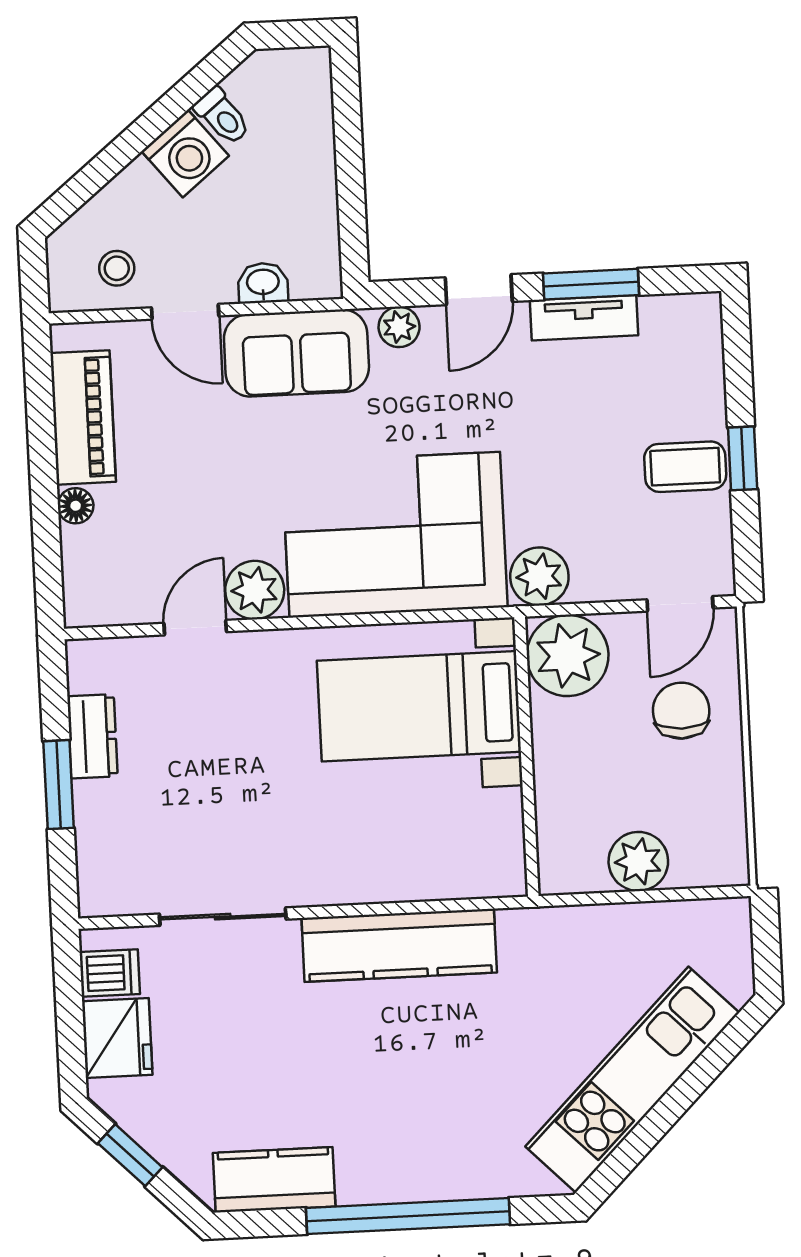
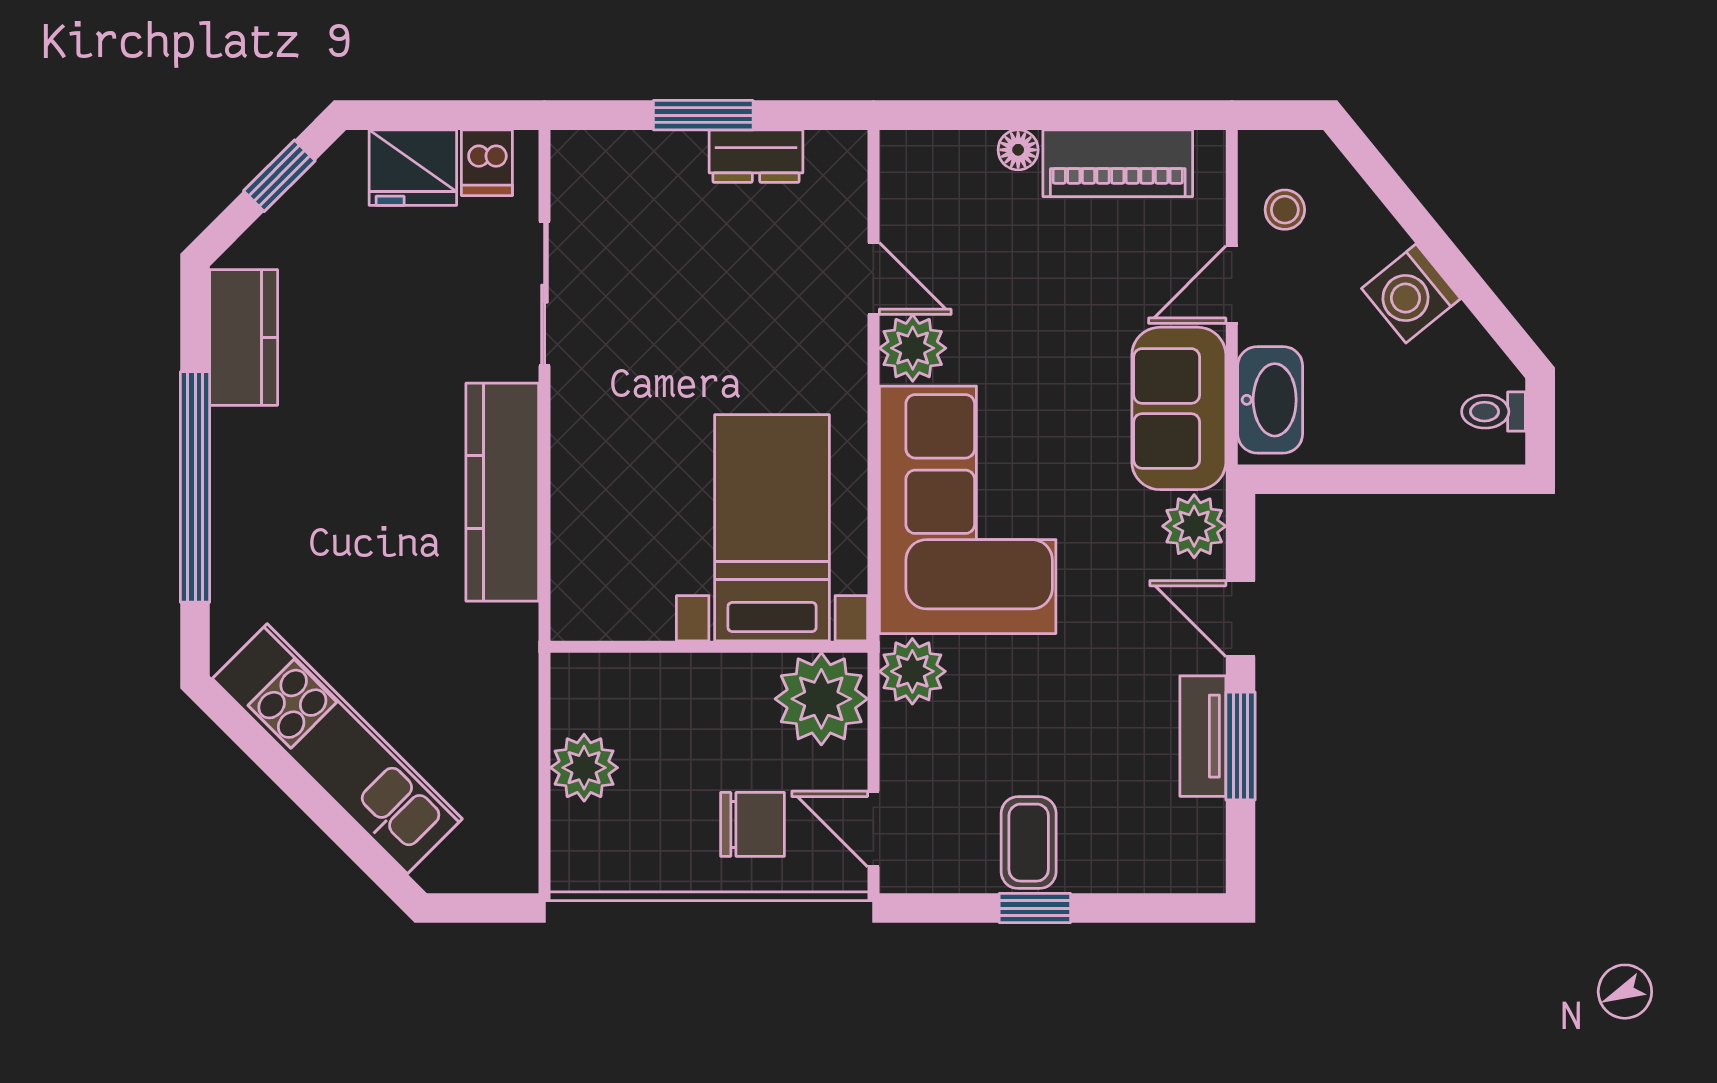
toilet: (222, 116) -> (1493, 412), moved, turned 39
washbasin: (263, 283) -> (1270, 400), width x1.91, depth x1.45
plant: (399, 327) -> (1194, 526), width x1.38, depth x1.38

